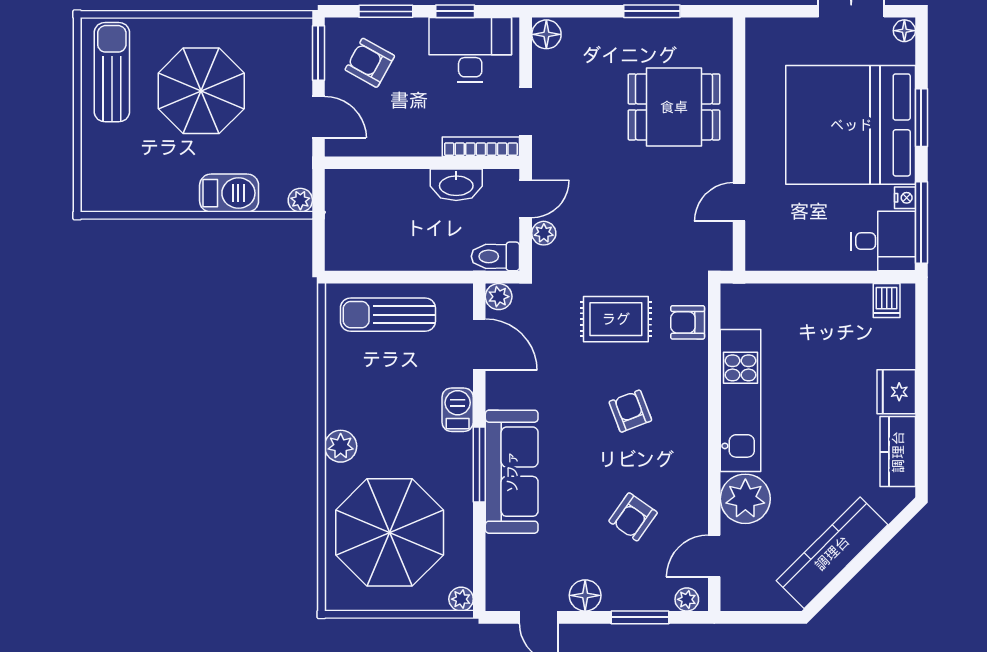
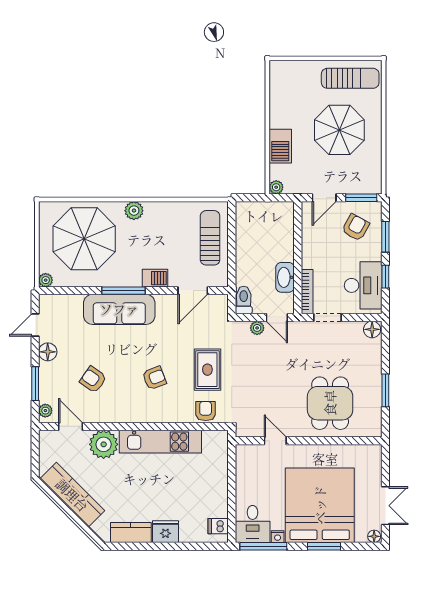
plant: (499, 297) -> (220, 302), removed

